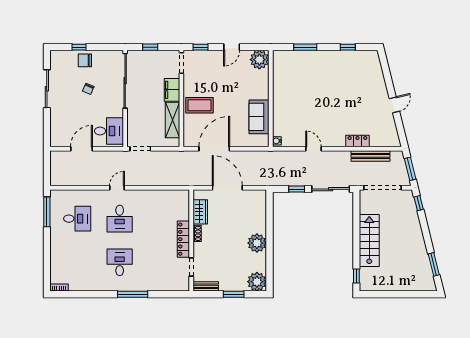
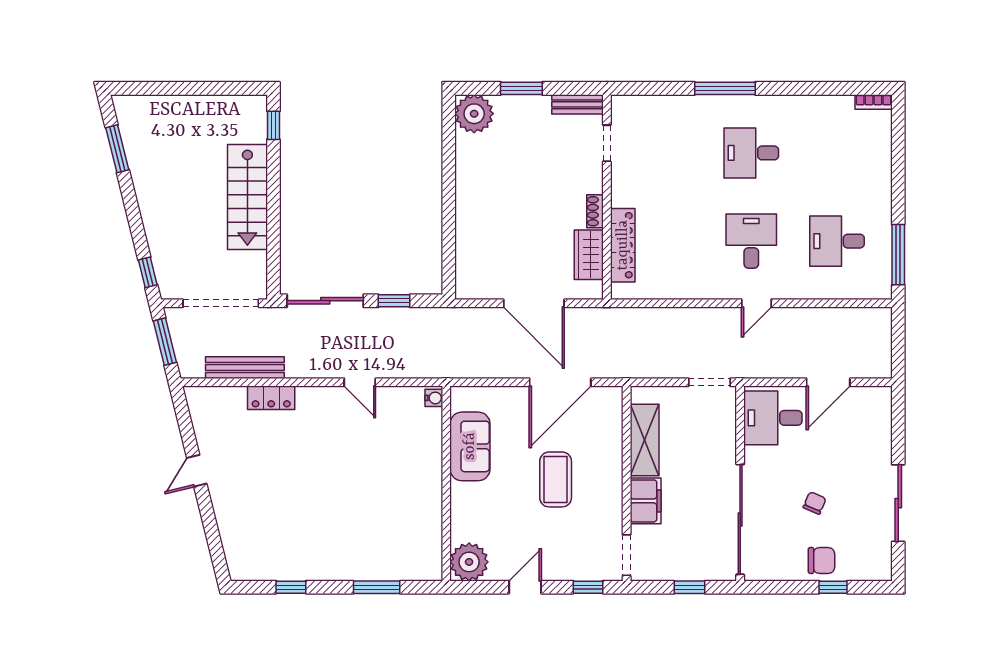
coffee table: (200, 105) -> (556, 479), moved, turned 90
locker: (183, 239) -> (623, 245), moved
plant: (257, 243) -> (474, 192), removed
desk: (120, 262) -> (751, 153), turned 90

